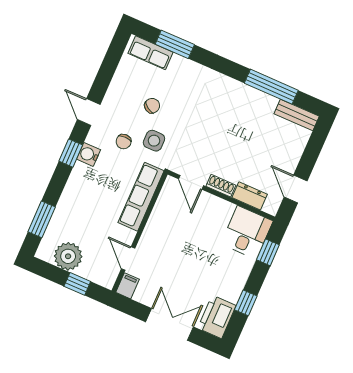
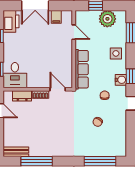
window: (175, 44) -> (100, 161), width x1.44
row of seats: (151, 53) -> (111, 151), removed
side table: (154, 141) -> (116, 53), moved
filing cabinet: (128, 286) -> (56, 17), moved

